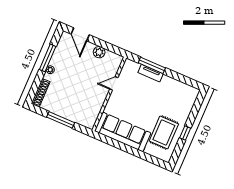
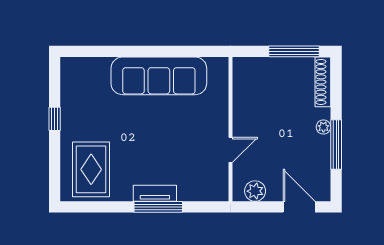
door: (114, 83) -> (231, 150), moved
wall: (109, 94) -> (231, 129), moved
window: (61, 120) -> (294, 51), moved
rug: (164, 133) -> (91, 169), moved

